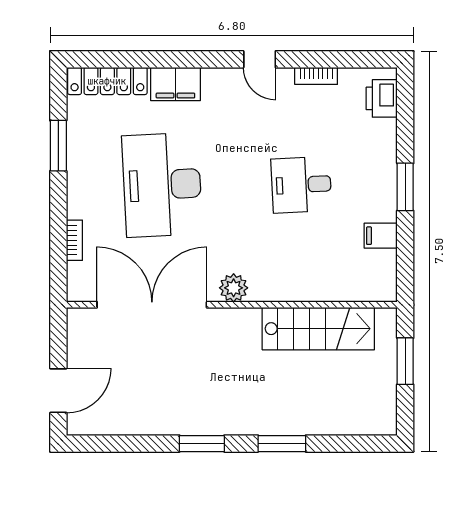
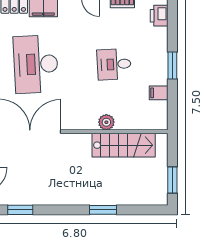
plant: (234, 288) -> (106, 122), moved
window: (405, 361) -> (172, 180), moved
window: (202, 444) -> (20, 210), moved

